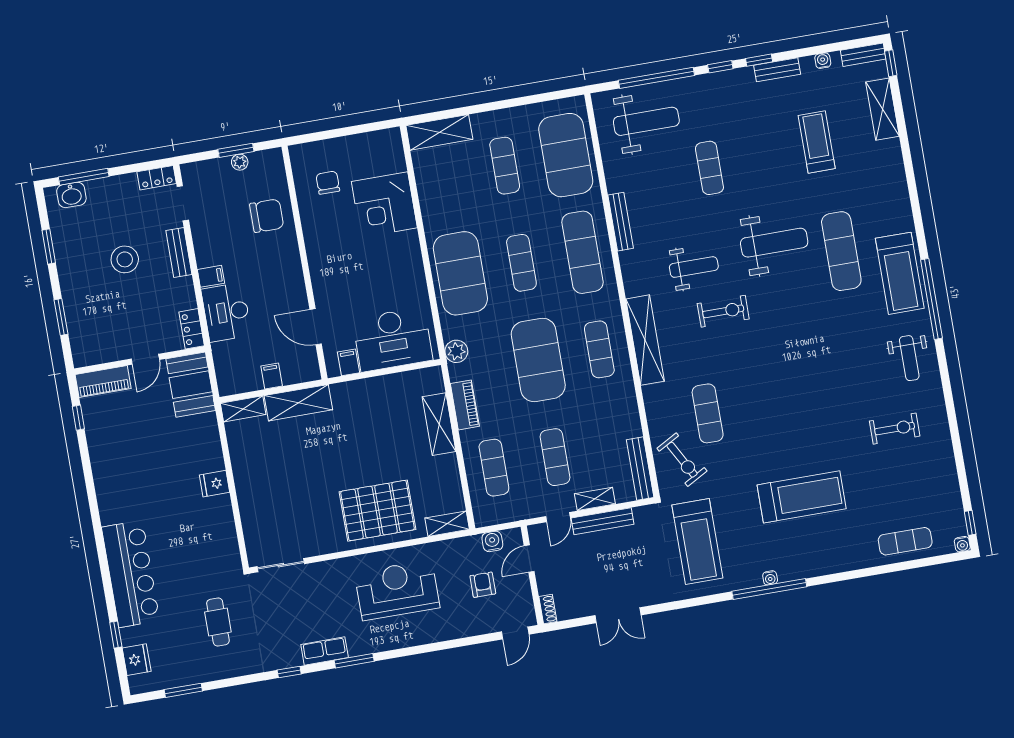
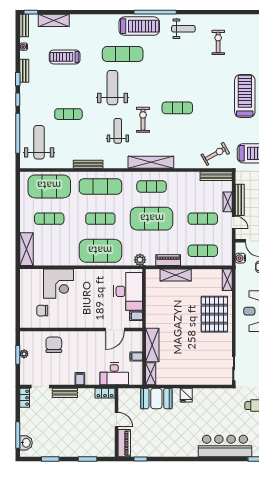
stool: (125, 259) -> (64, 421), removed
desk: (226, 312) -> (114, 374), moved
booth: (191, 385) -> (156, 399), moved
exercise mat: (708, 413) -> (177, 108), moved

